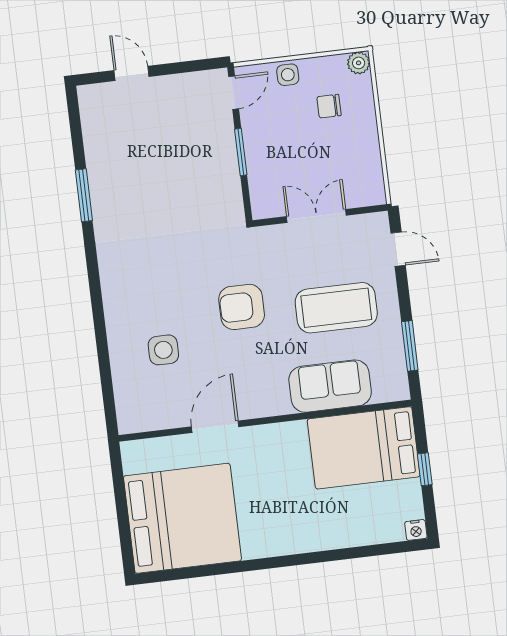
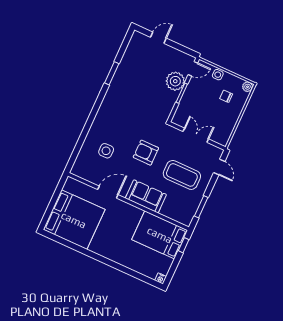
door: (131, 73) -> (158, 38), hinge flipped
plant: (214, 137) -> (175, 81), added
sofa: (330, 386) -> (146, 196), moved
window: (425, 469) -> (184, 245), moved

